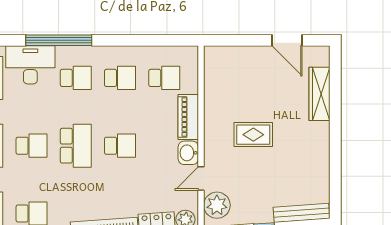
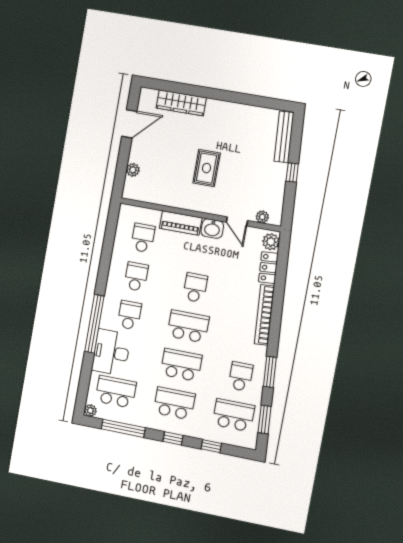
plant: (237, 53) -> (133, 170), added
school desk: (32, 146) -> (181, 365), width x1.85
plant: (217, 205) -> (262, 217), width x0.53, depth x0.53

